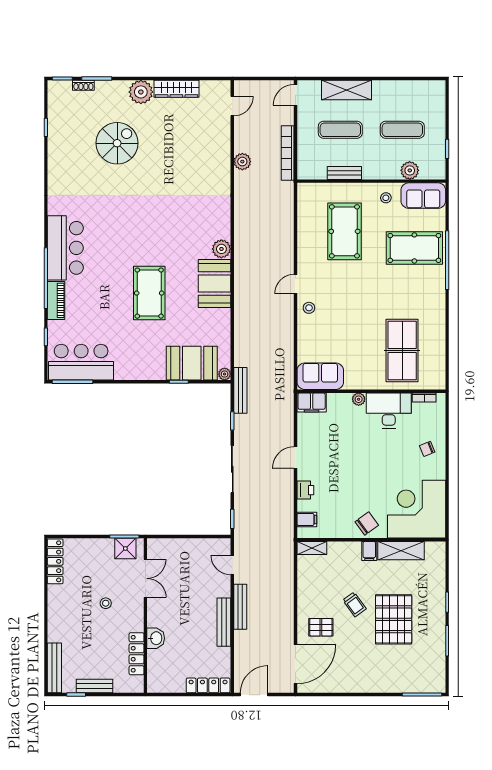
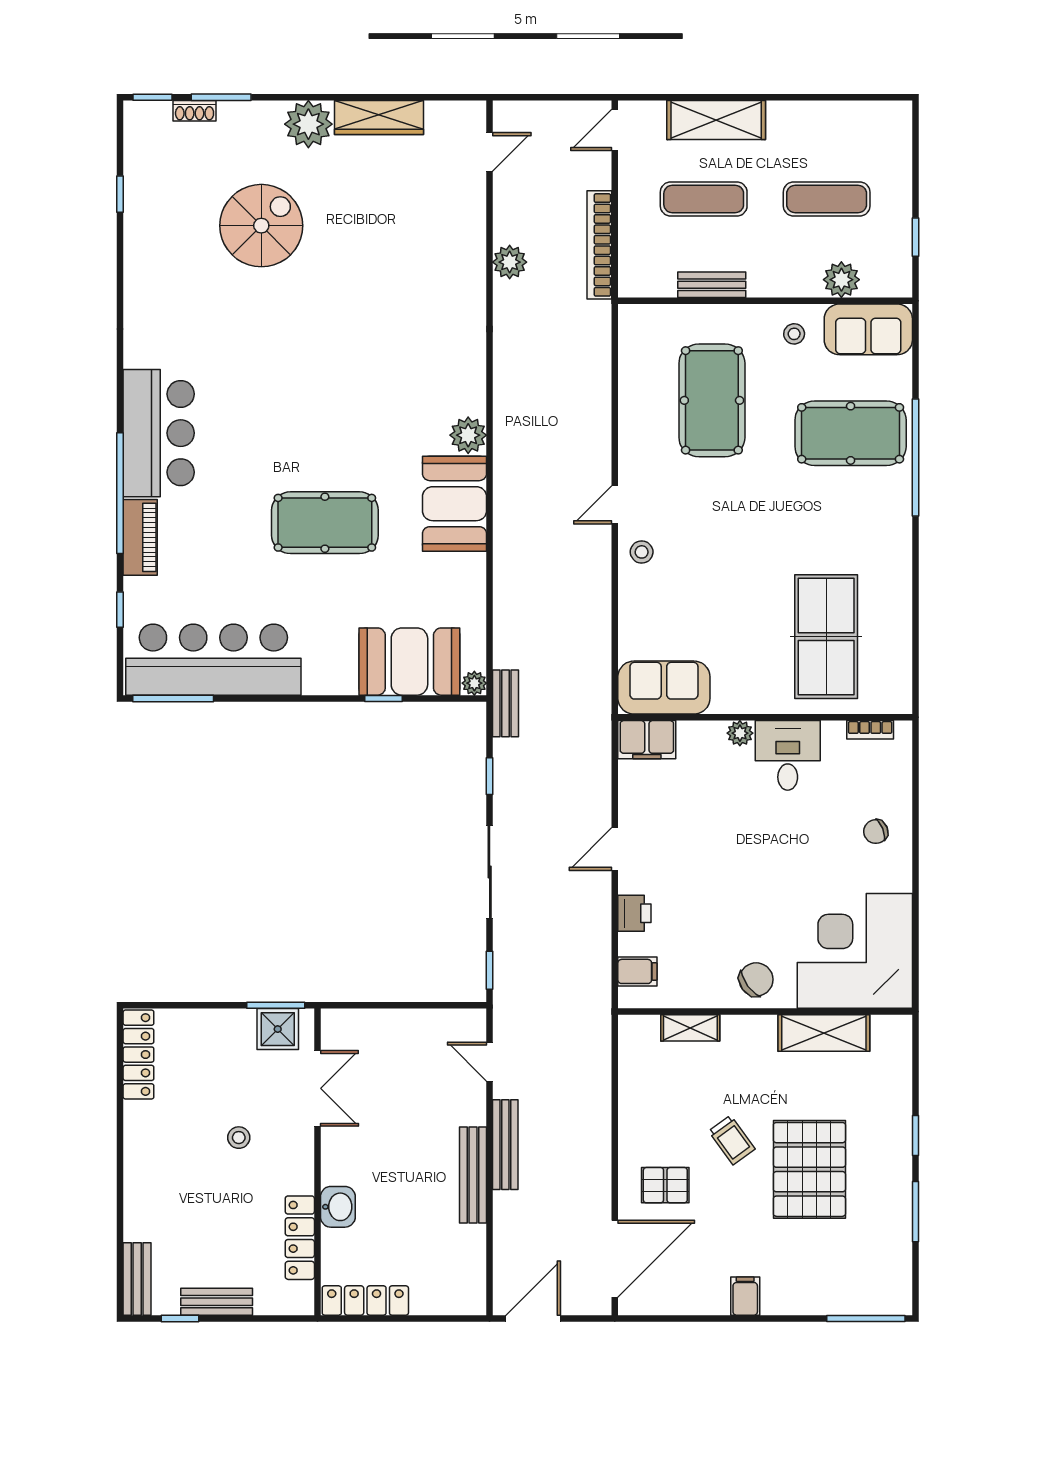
pool table: (149, 293) -> (325, 523), turned 90
bar counter: (81, 362) -> (213, 660), width x1.36
bench: (240, 390) -> (506, 703), width x0.73
desk: (389, 410) -> (788, 755), width x0.73
shelving: (312, 548) -> (690, 1028), moved
filing cabinet: (369, 551) -> (745, 1296), moved, turned 180
bench: (54, 668) -> (137, 1279), width x0.73
locker: (208, 685) -> (365, 1300), moved

